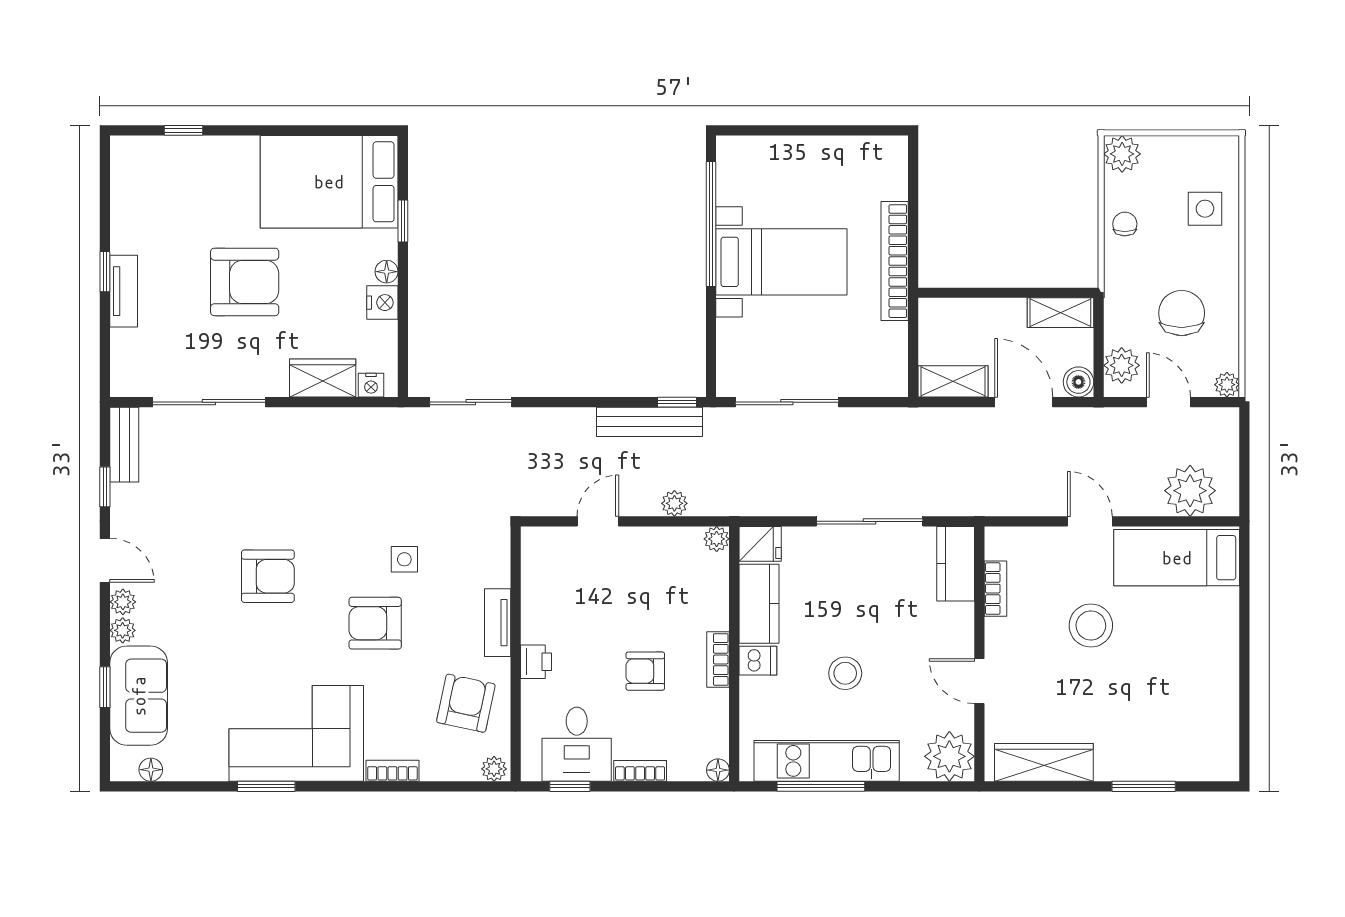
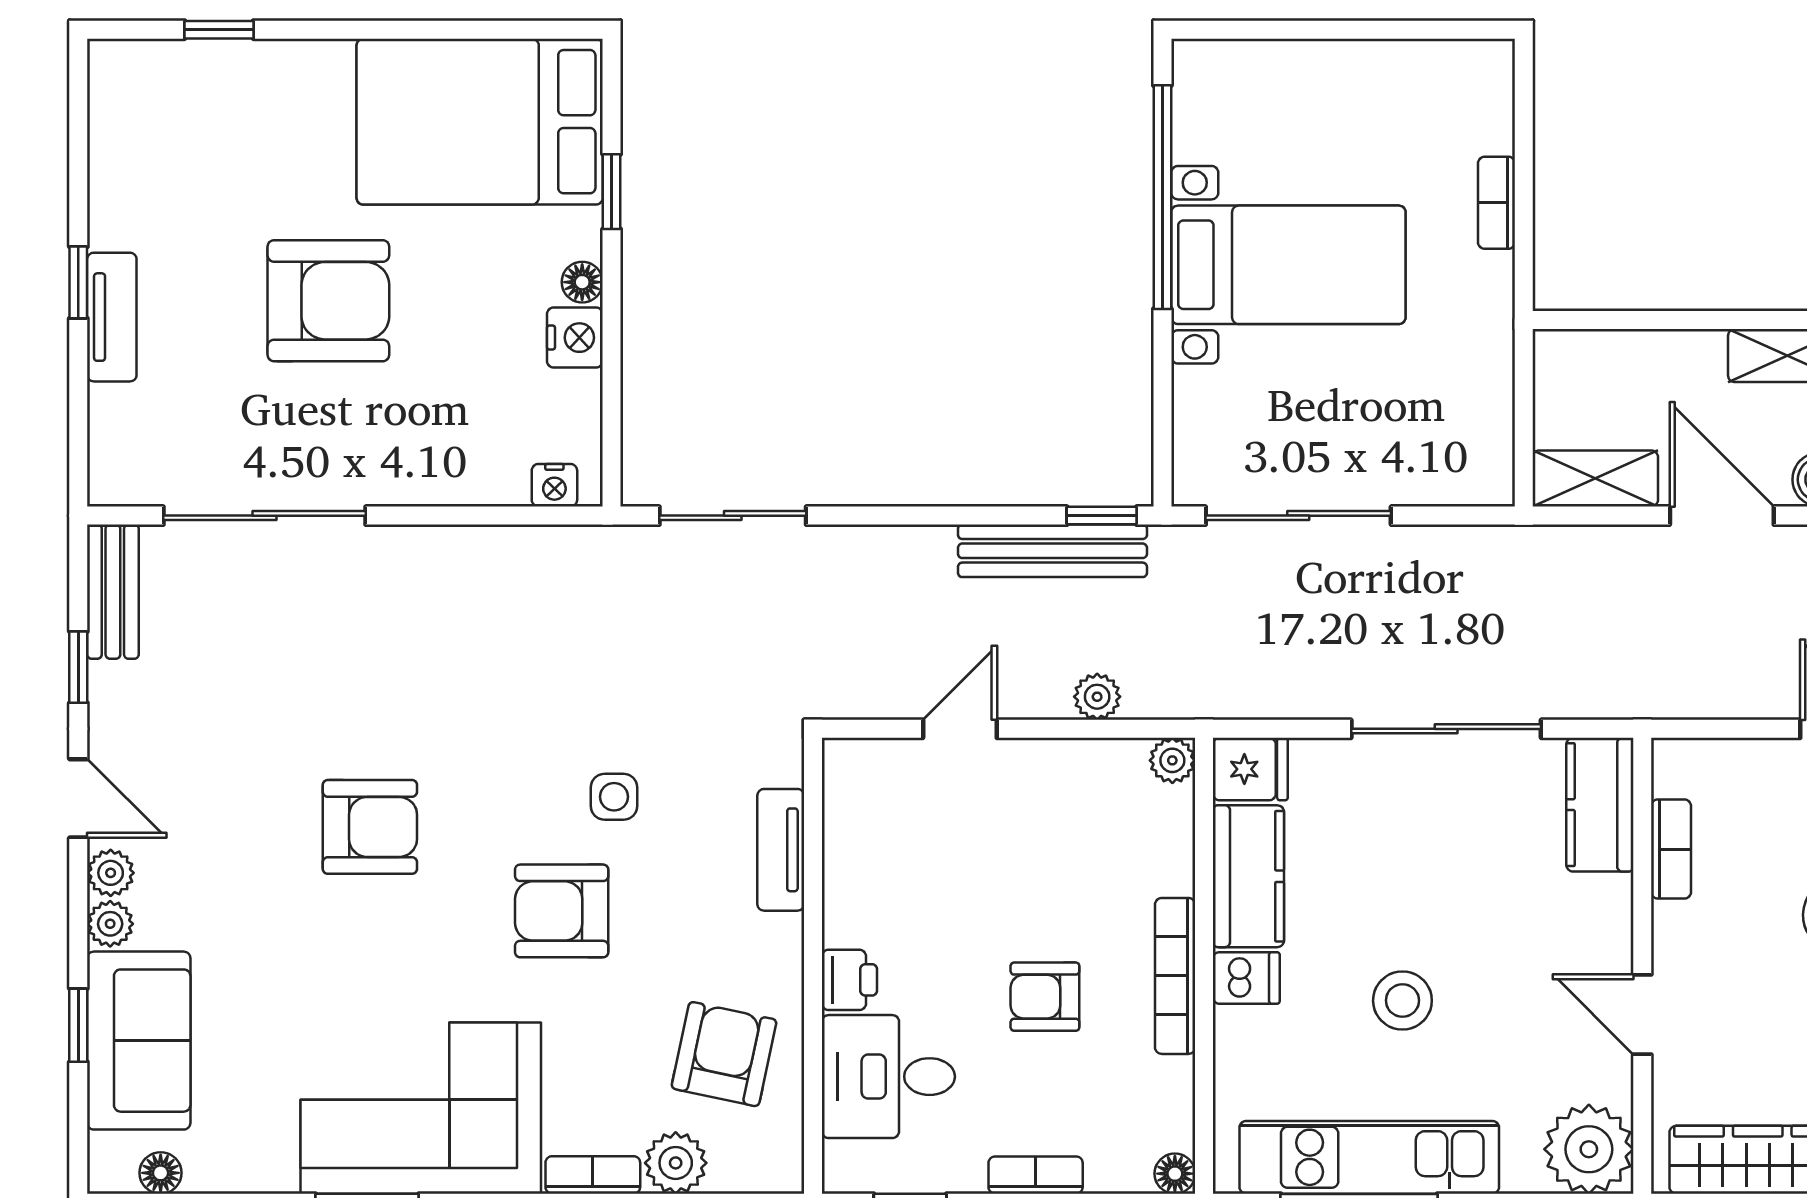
bookcase: (895, 261) -> (1497, 203), width x0.43, depth x0.76
wardrobe: (323, 378) -> (468, 472), removed
tv unit: (498, 623) -> (781, 850), moved
bookcase: (718, 660) -> (1175, 976), width x1.56
desk: (577, 744) -> (888, 1077), moved, turned 90
plant: (494, 769) -> (676, 1163), moved, width x1.38, depth x1.38

